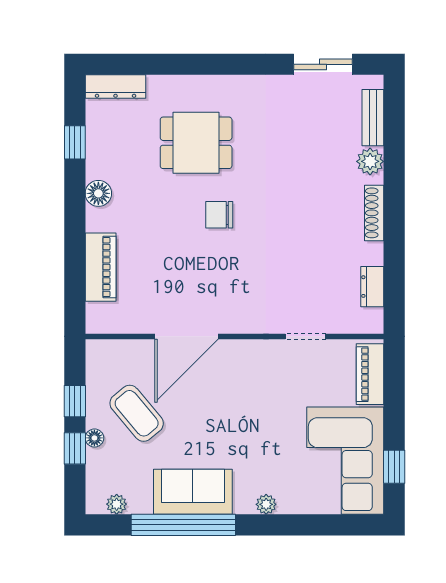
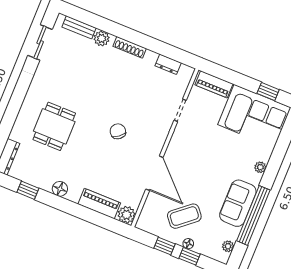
chair: (219, 215) -> (118, 131), moved, turned 141
plant: (101, 319) -> (127, 215), added

